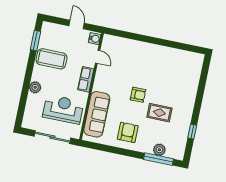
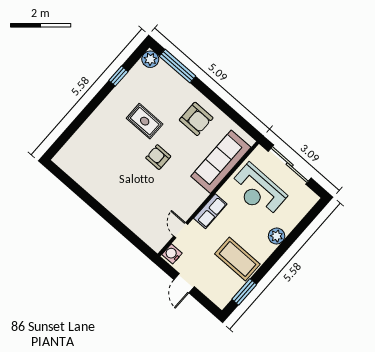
armchair: (128, 132) -> (196, 119), turned -90
plant: (159, 150) -> (150, 59), moved

